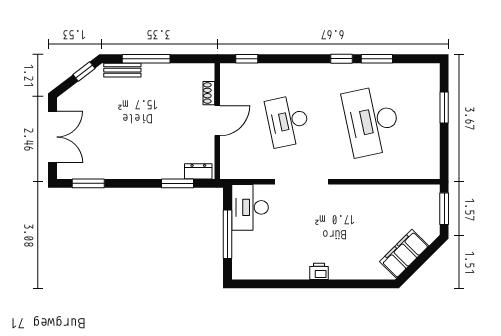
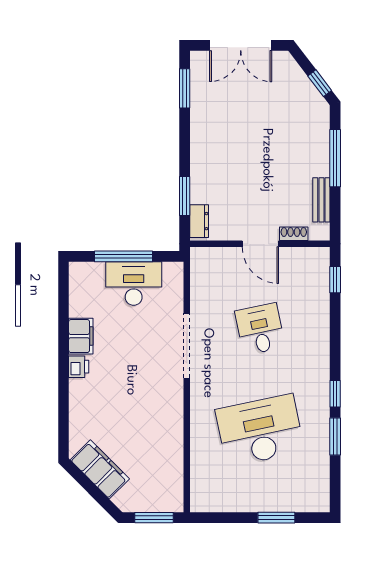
bench: (122, 70) -> (321, 200), moved
desk: (288, 121) -> (260, 329), width x0.73
desk: (250, 207) -> (134, 283), moved
filing cabinet: (294, 270) -> (81, 336), added

